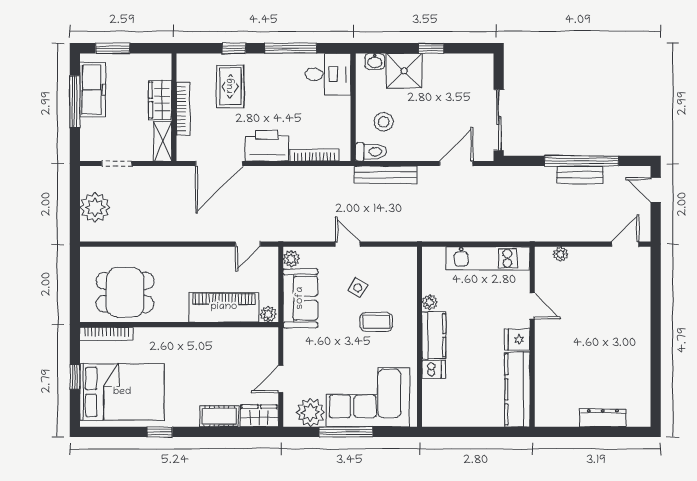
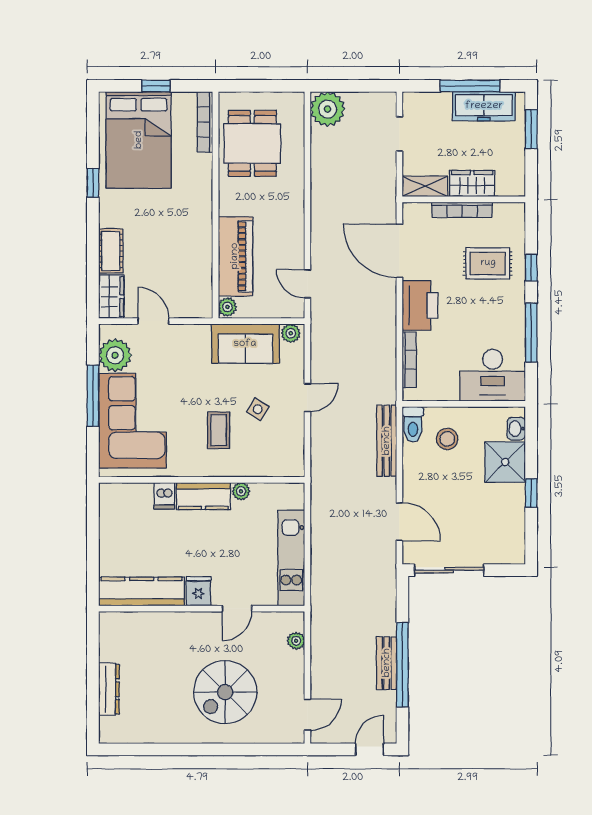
desk: (328, 74) -> (493, 375), width x1.37
plant: (95, 207) -> (328, 109), moved
door: (625, 244) -> (307, 715), hinge flipped
spiral stairs: (605, 316) -> (225, 692), added

